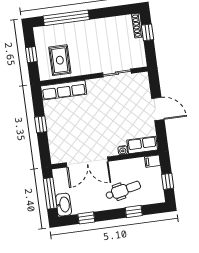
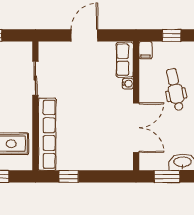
row of seats: (64, 90) -> (47, 134), width x1.36
window: (41, 124) -> (69, 176), moved
window: (50, 193) -> (167, 176), width x0.69

